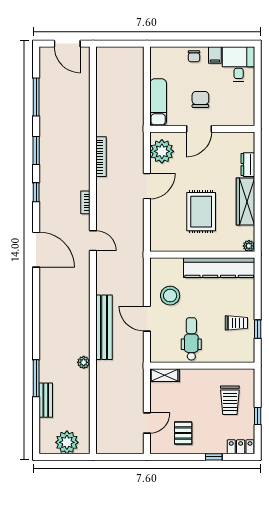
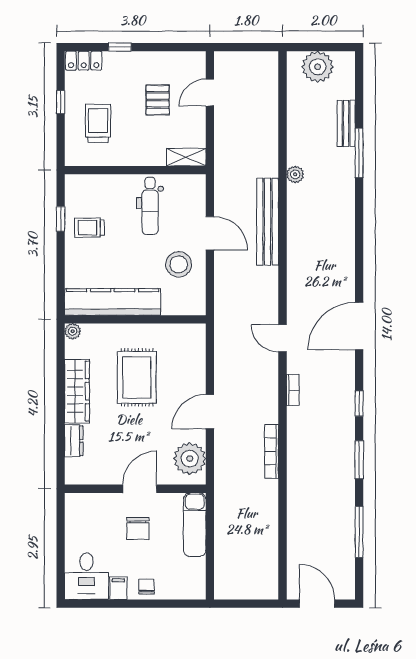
door: (36, 250) -> (359, 326), hinge flipped
pallet: (183, 433) -> (158, 100), moved

